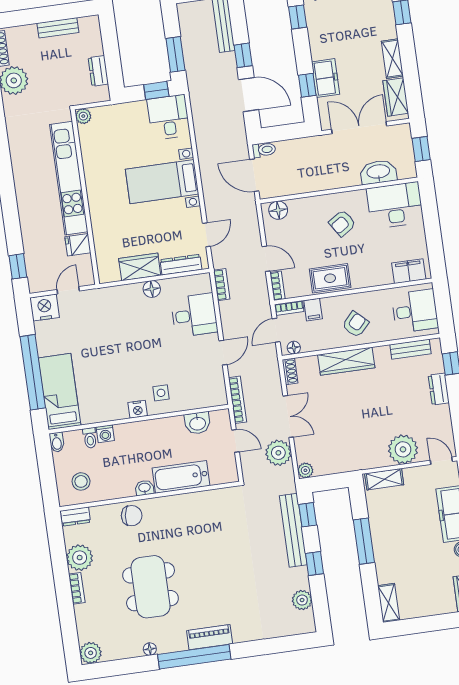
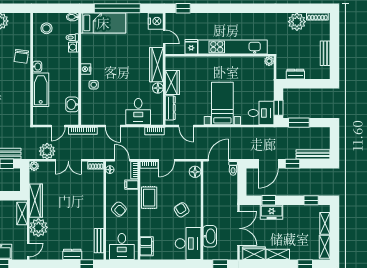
wardrobe: (114, 297) -> (156, 65), added
wardrobe: (346, 361) -> (36, 201), moved, turned 180
dresser: (75, 516) -> (26, 22), removed

